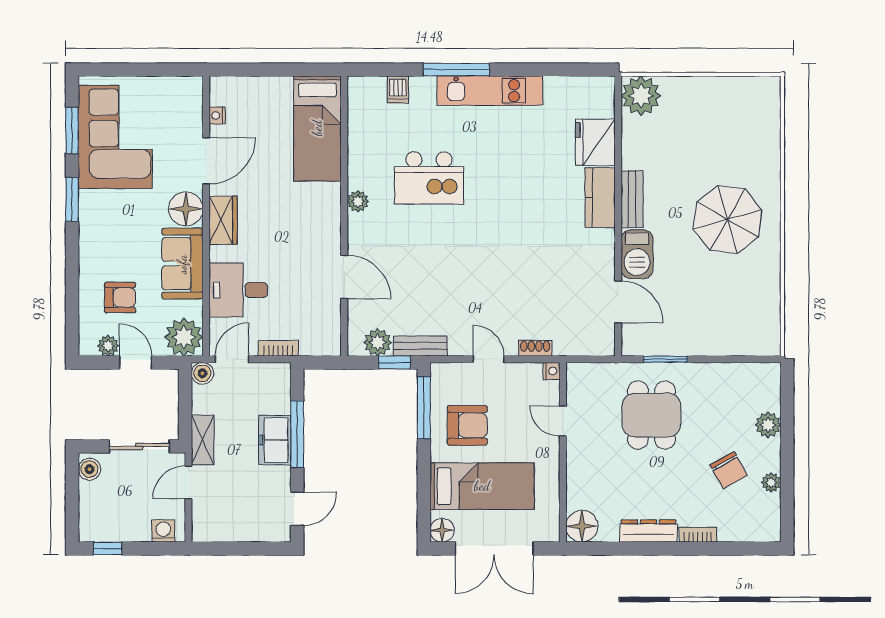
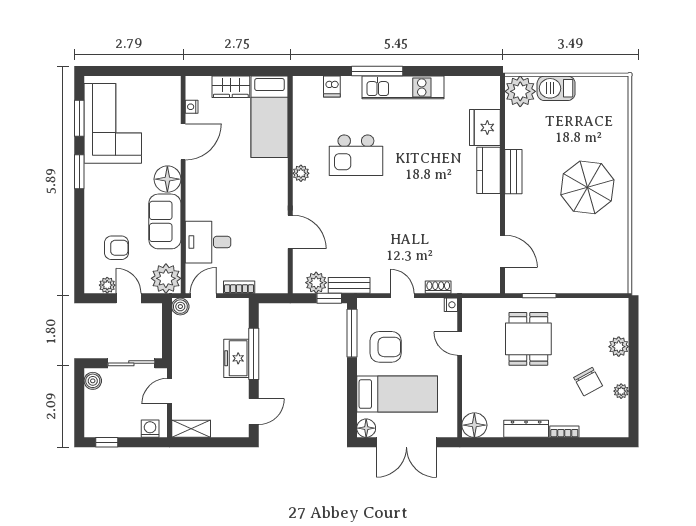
wardrobe: (223, 220) -> (231, 87), moved, turned 90
barbecue: (637, 254) -> (556, 88), moved, turned 90
shelving: (203, 440) -> (191, 429), moved, turned 90

